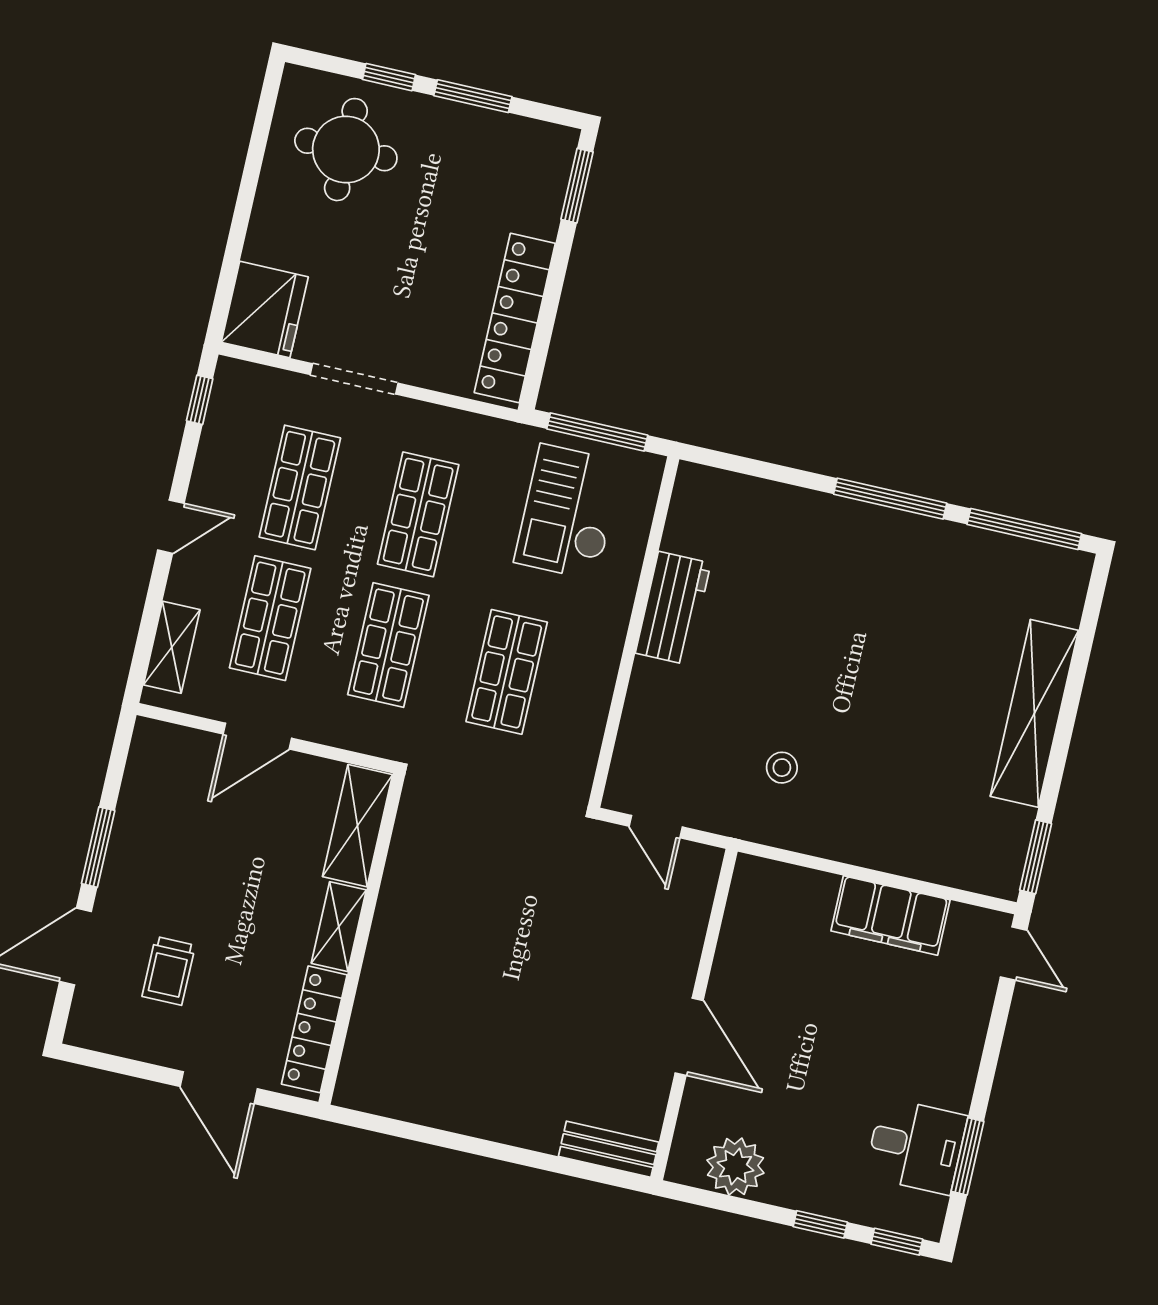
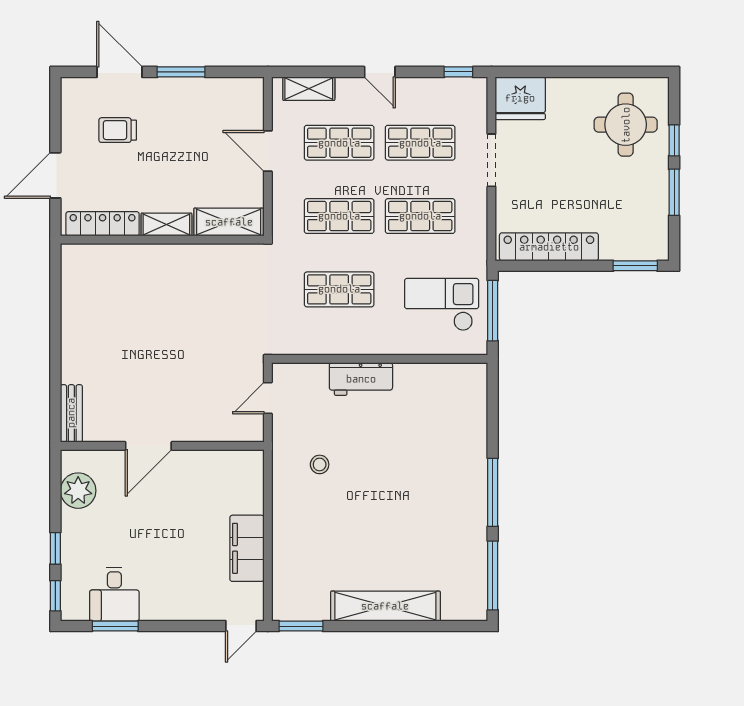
workbench: (673, 608) -> (361, 379), moved

